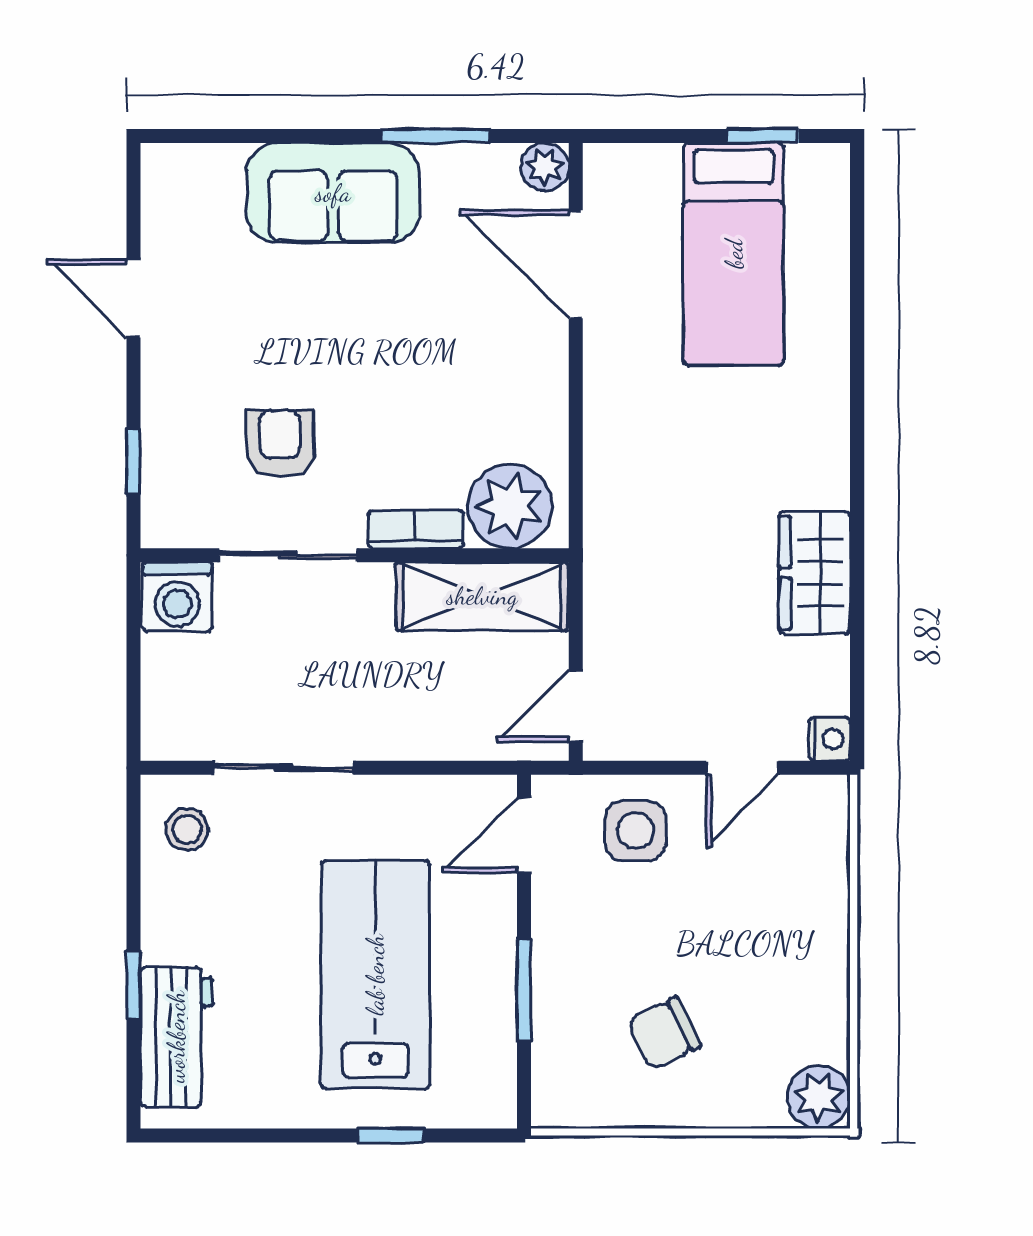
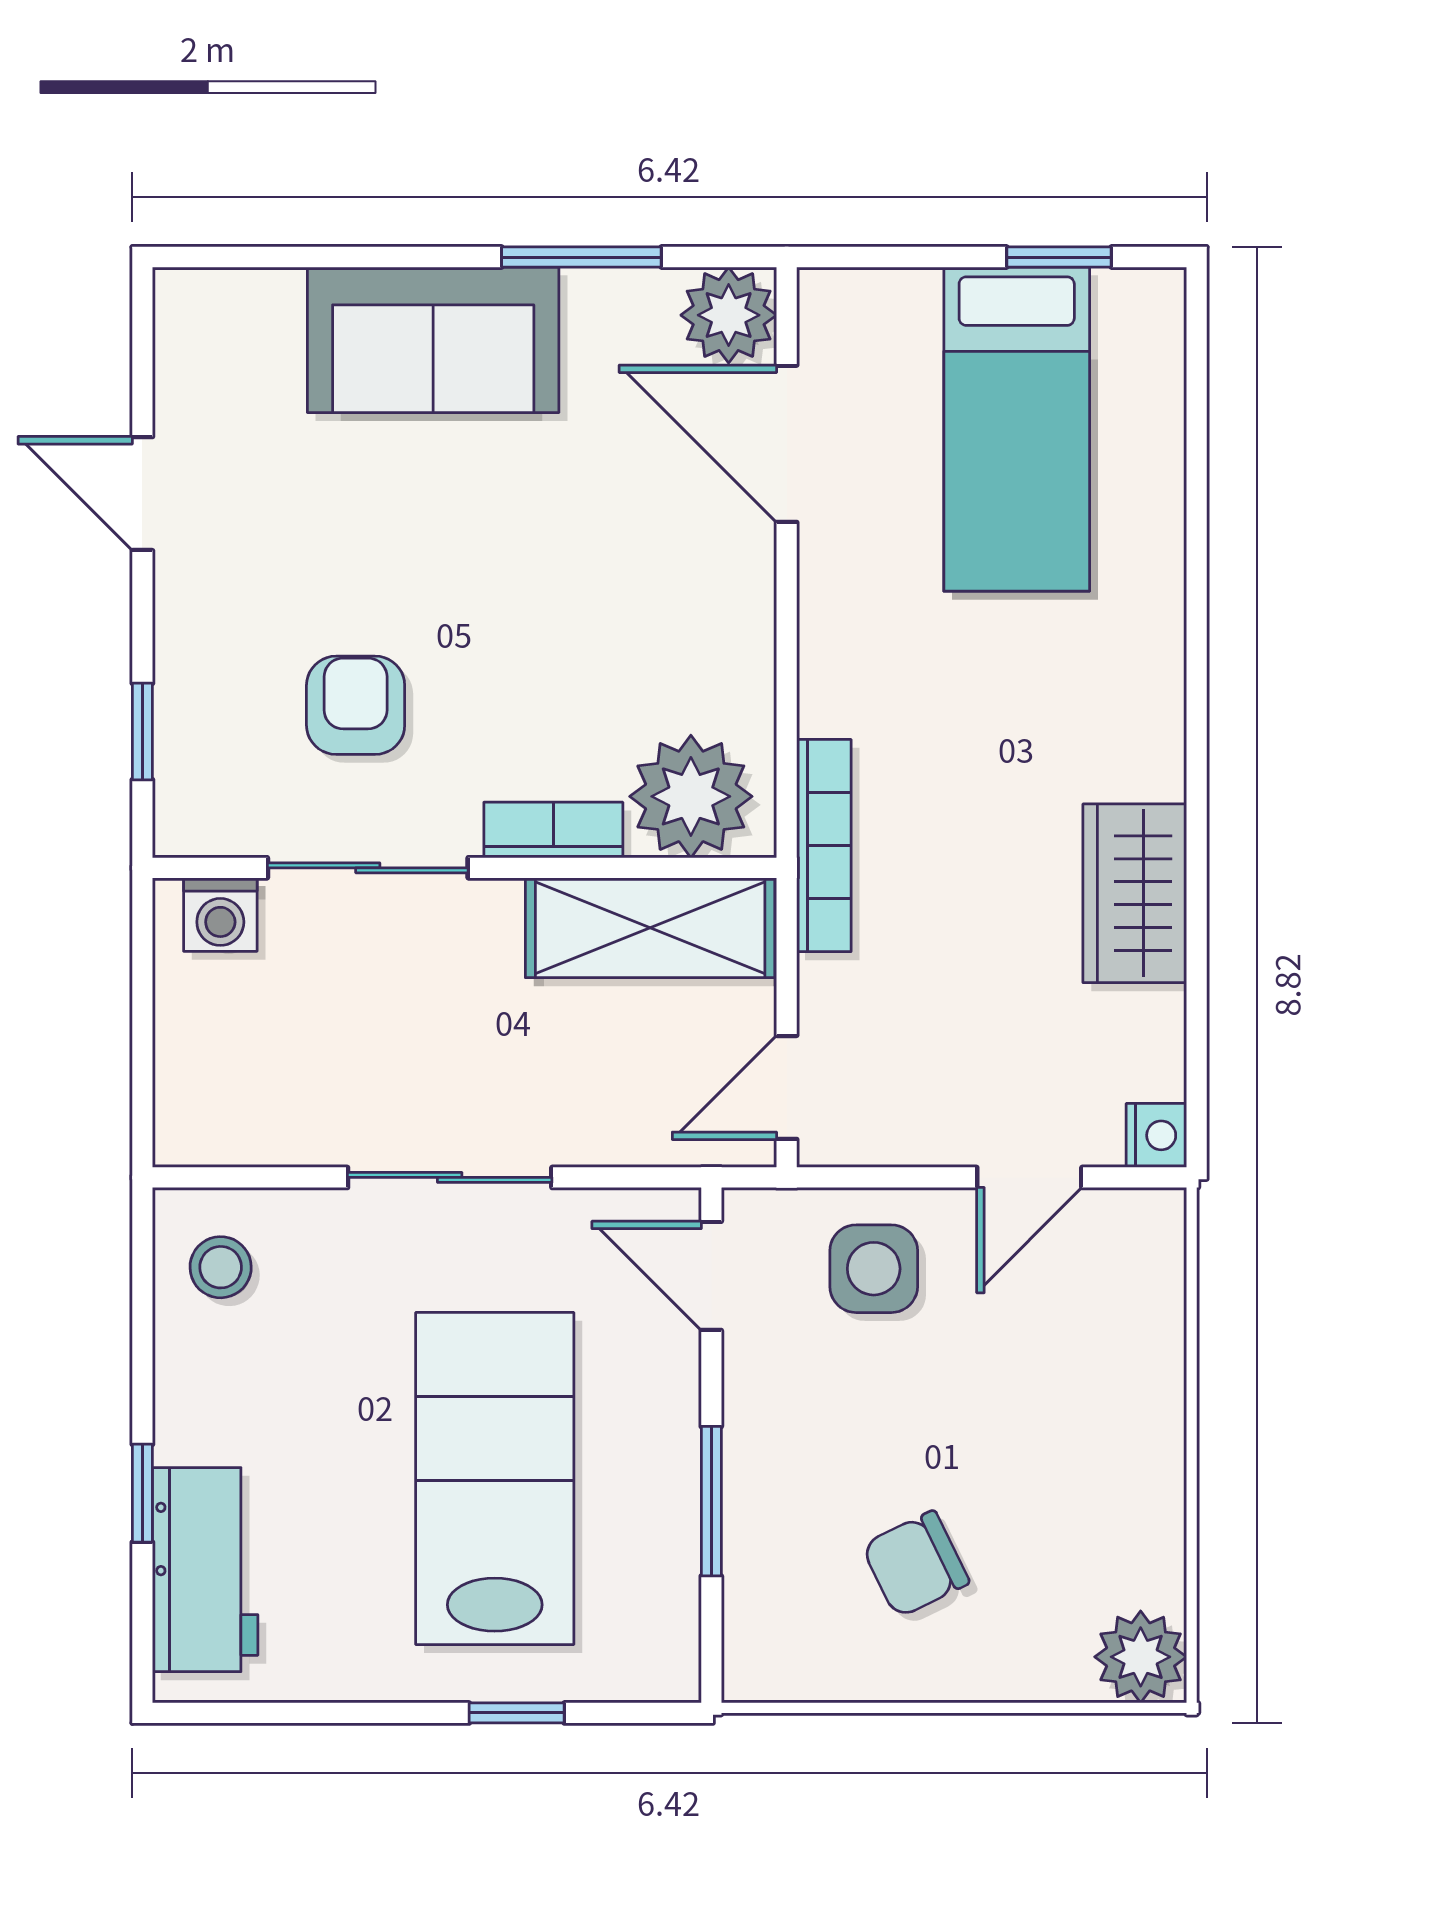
plant: (545, 167) -> (729, 315), width x1.38, depth x1.38
bookcase: (601, 540) -> (824, 846), added
washing machine: (177, 597) -> (220, 915), width x0.73, depth x0.73
sliding door: (283, 768) -> (450, 1177), moved
door: (524, 835) -> (711, 1276), hinge flipped

